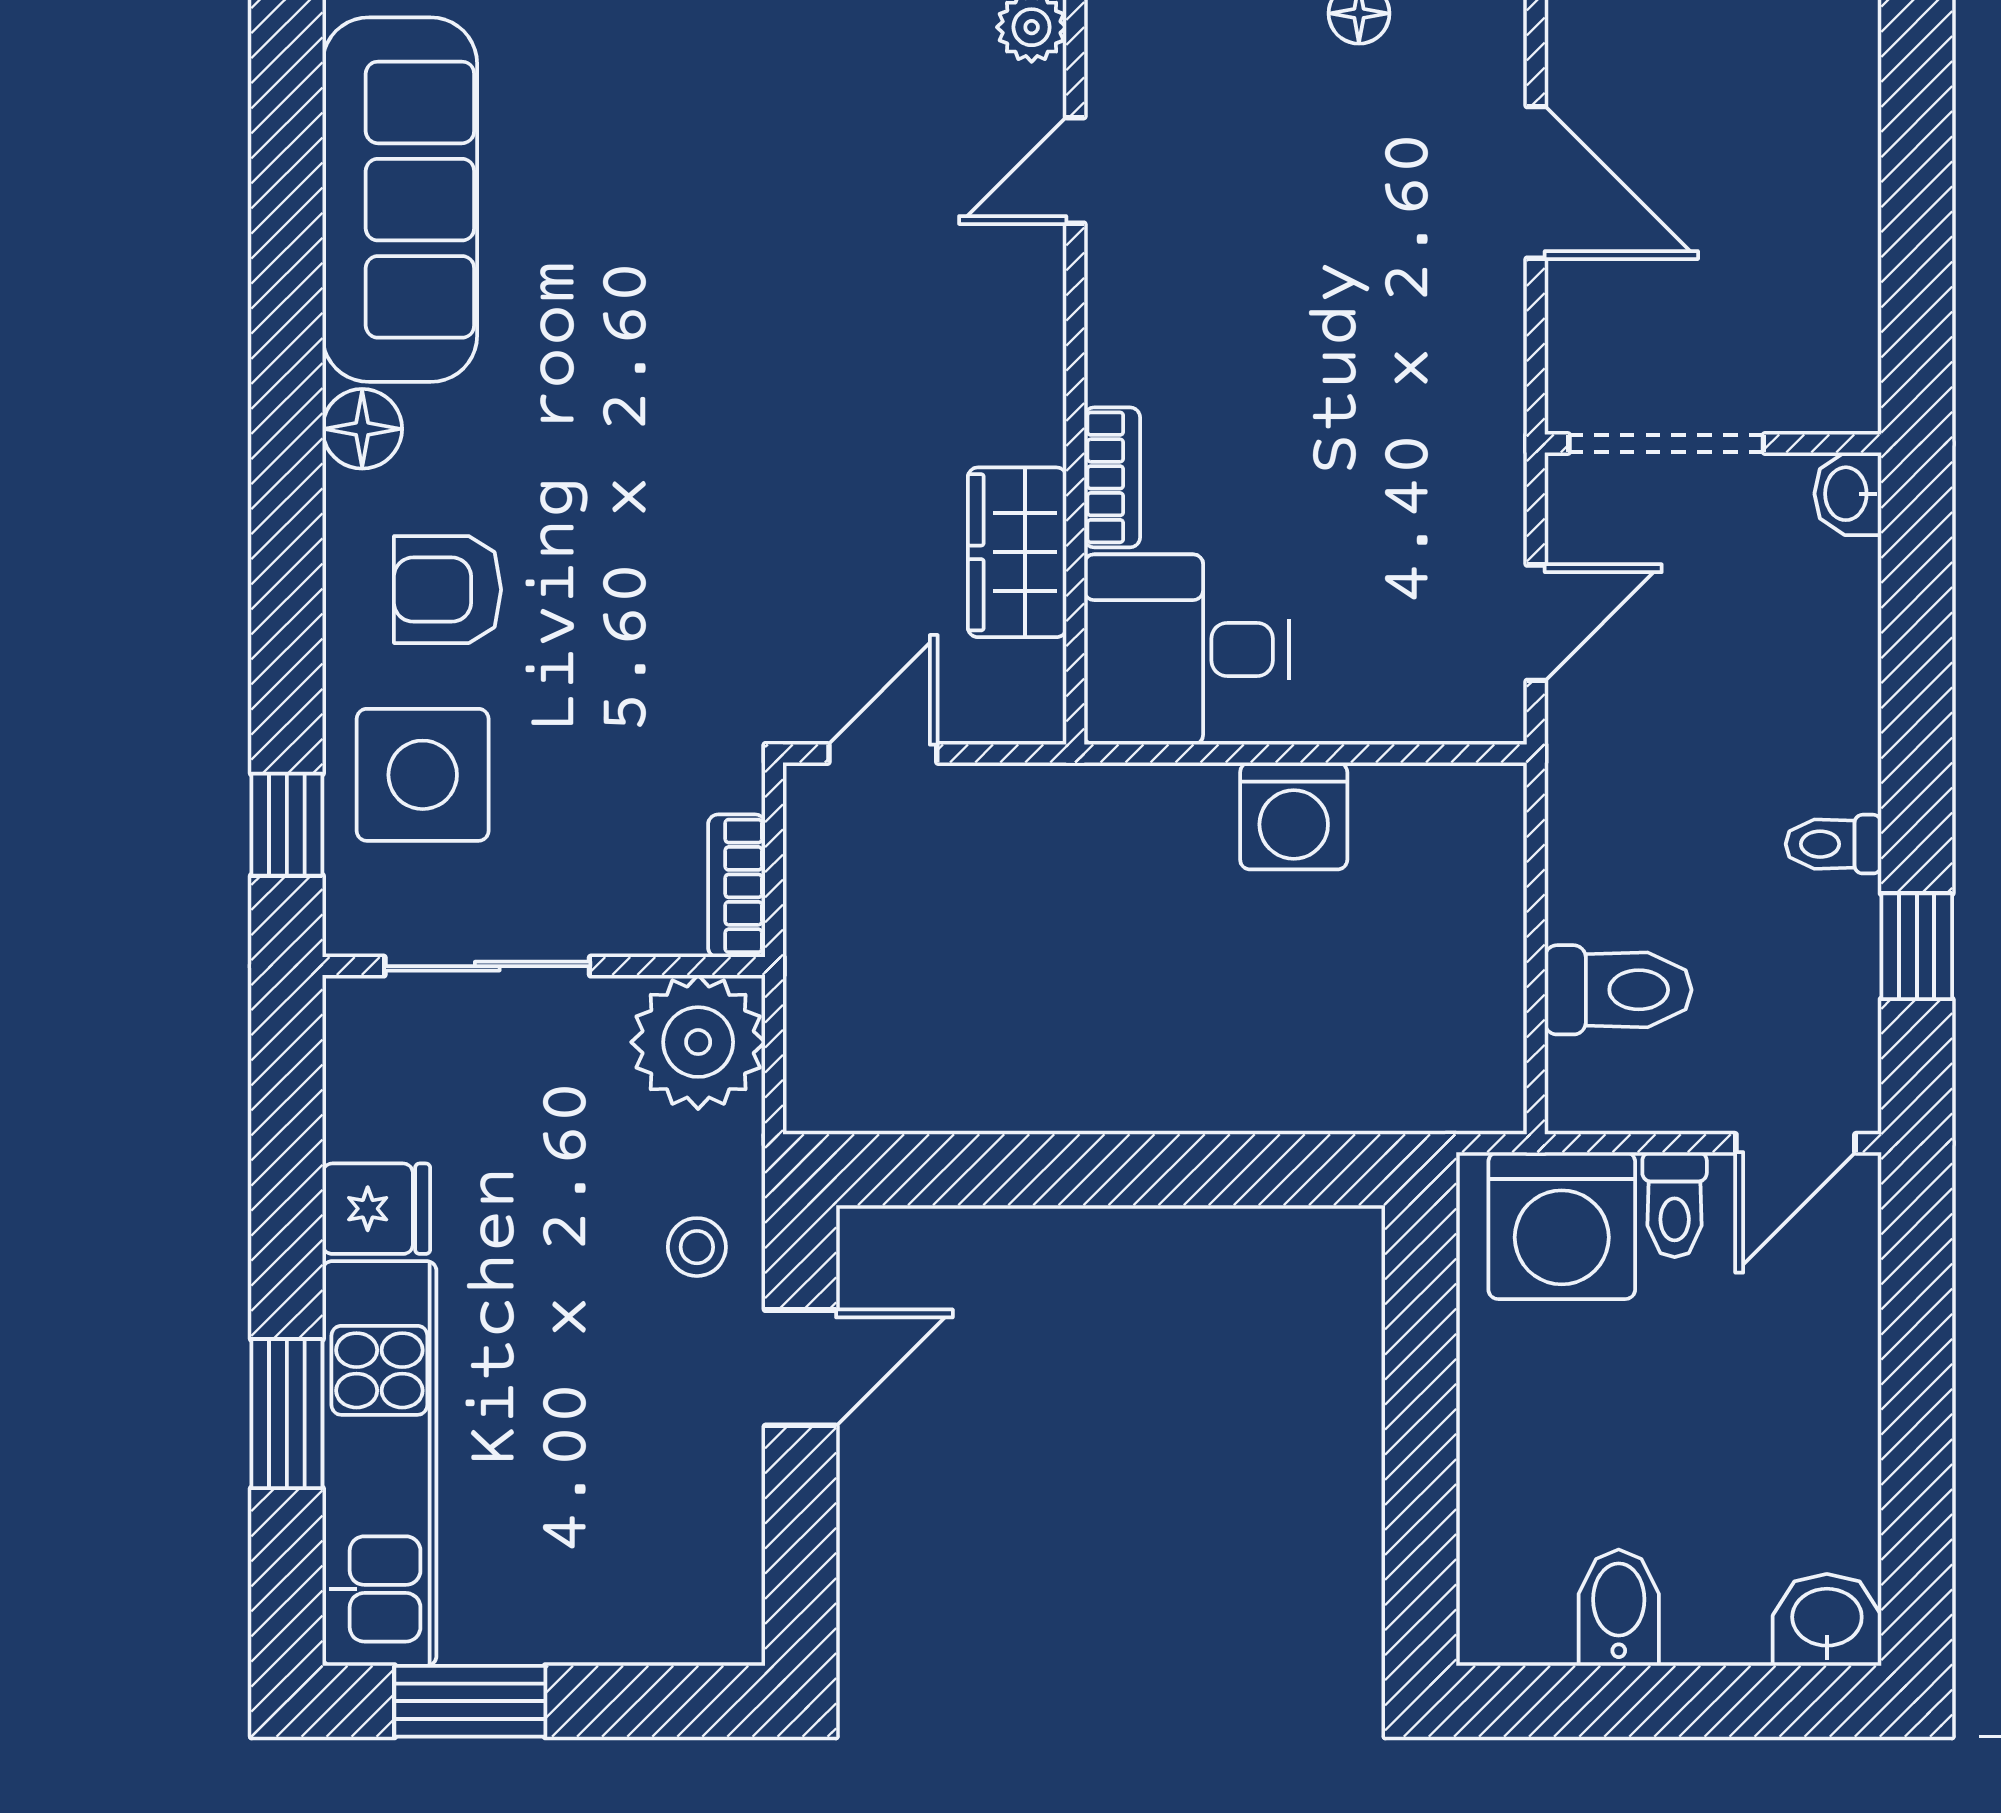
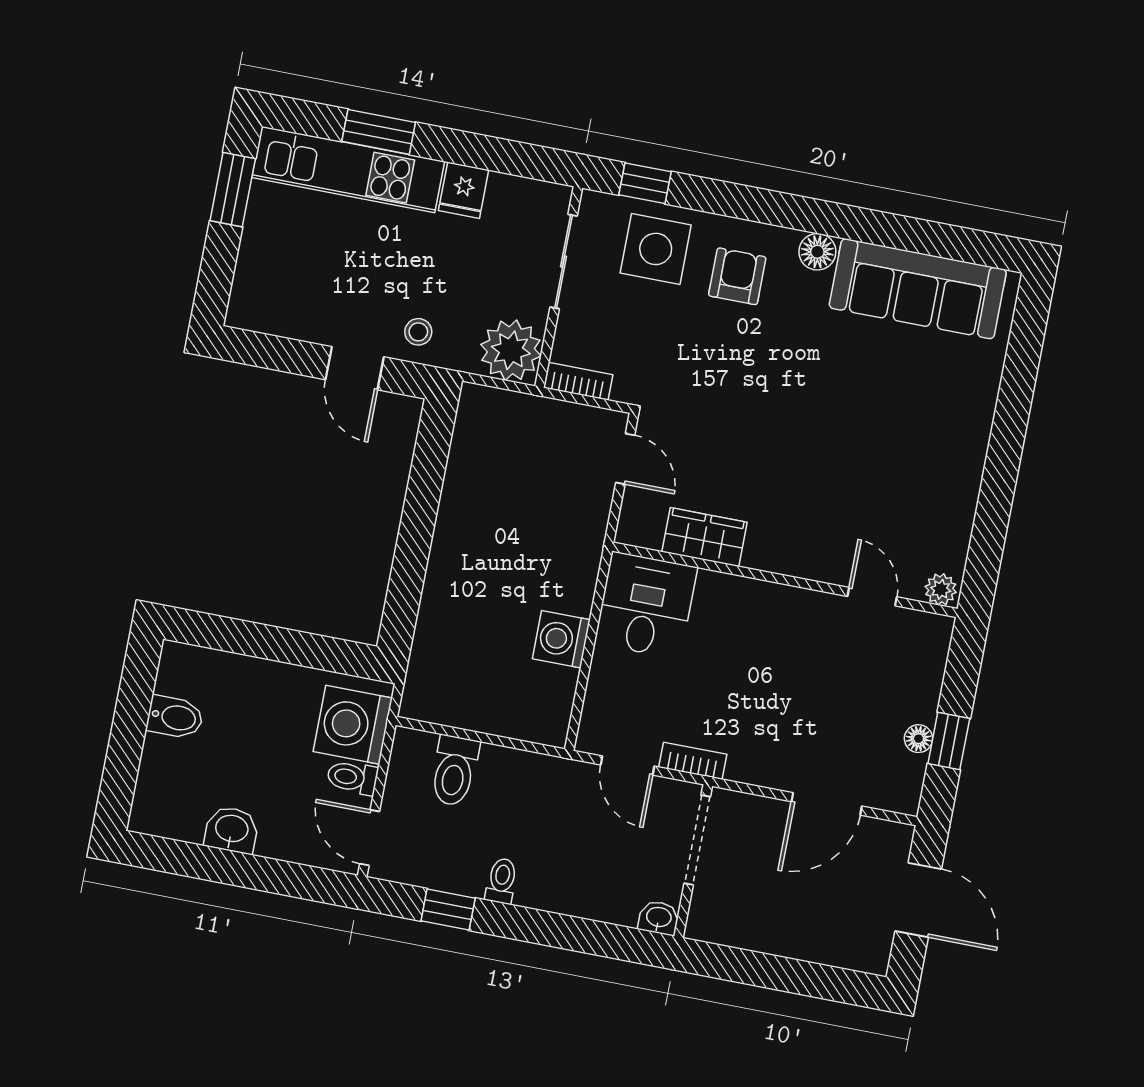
bookcase: (1112, 477) -> (693, 761), moved, turned 180
washbasin: (1827, 1620) -> (232, 830), moved, turned -90

